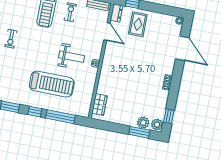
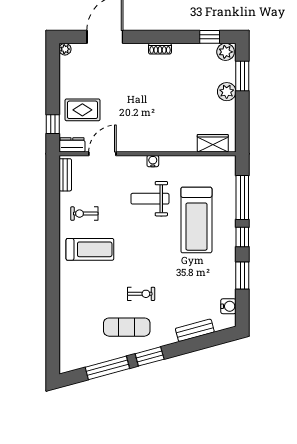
weight bench: (72, 57) -> (150, 199), turned -90
treadmill: (52, 84) -> (196, 220), turned 180
plant: (143, 123) -> (227, 92), moved

